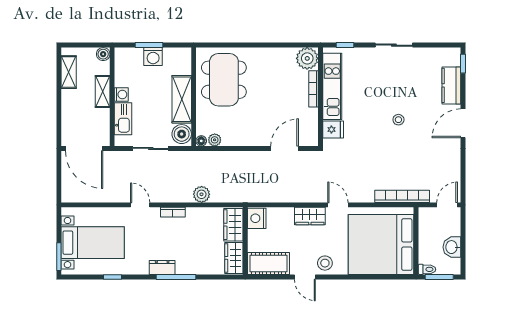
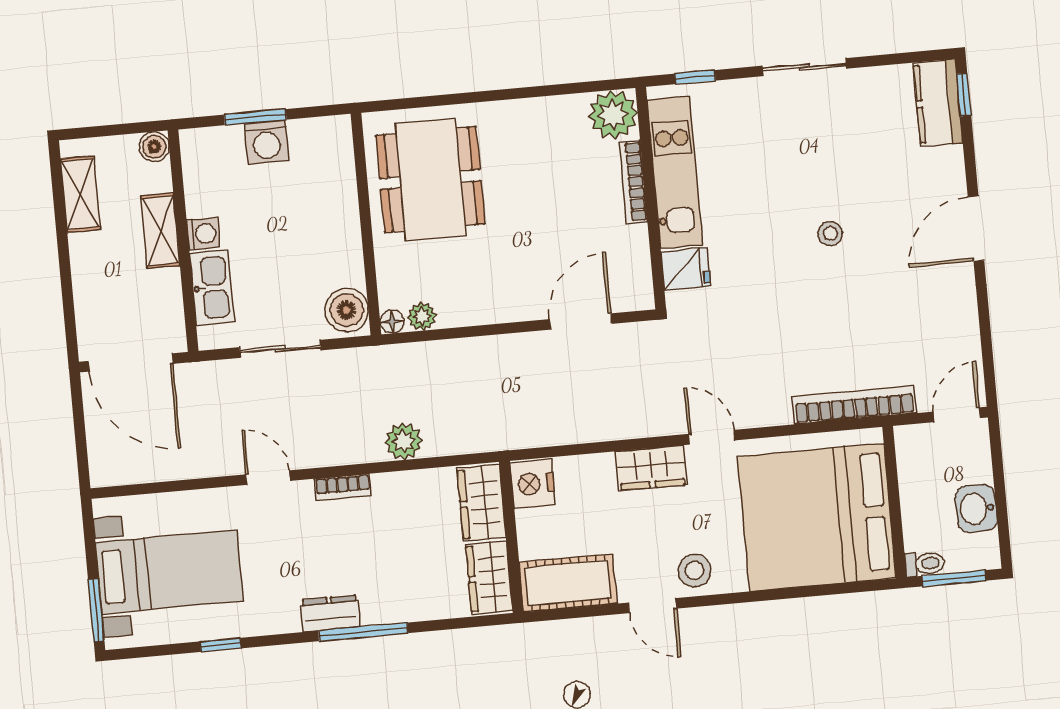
kitchen counter: (451, 85) -> (938, 103), moved
shelving: (182, 99) -> (340, 232), removed

